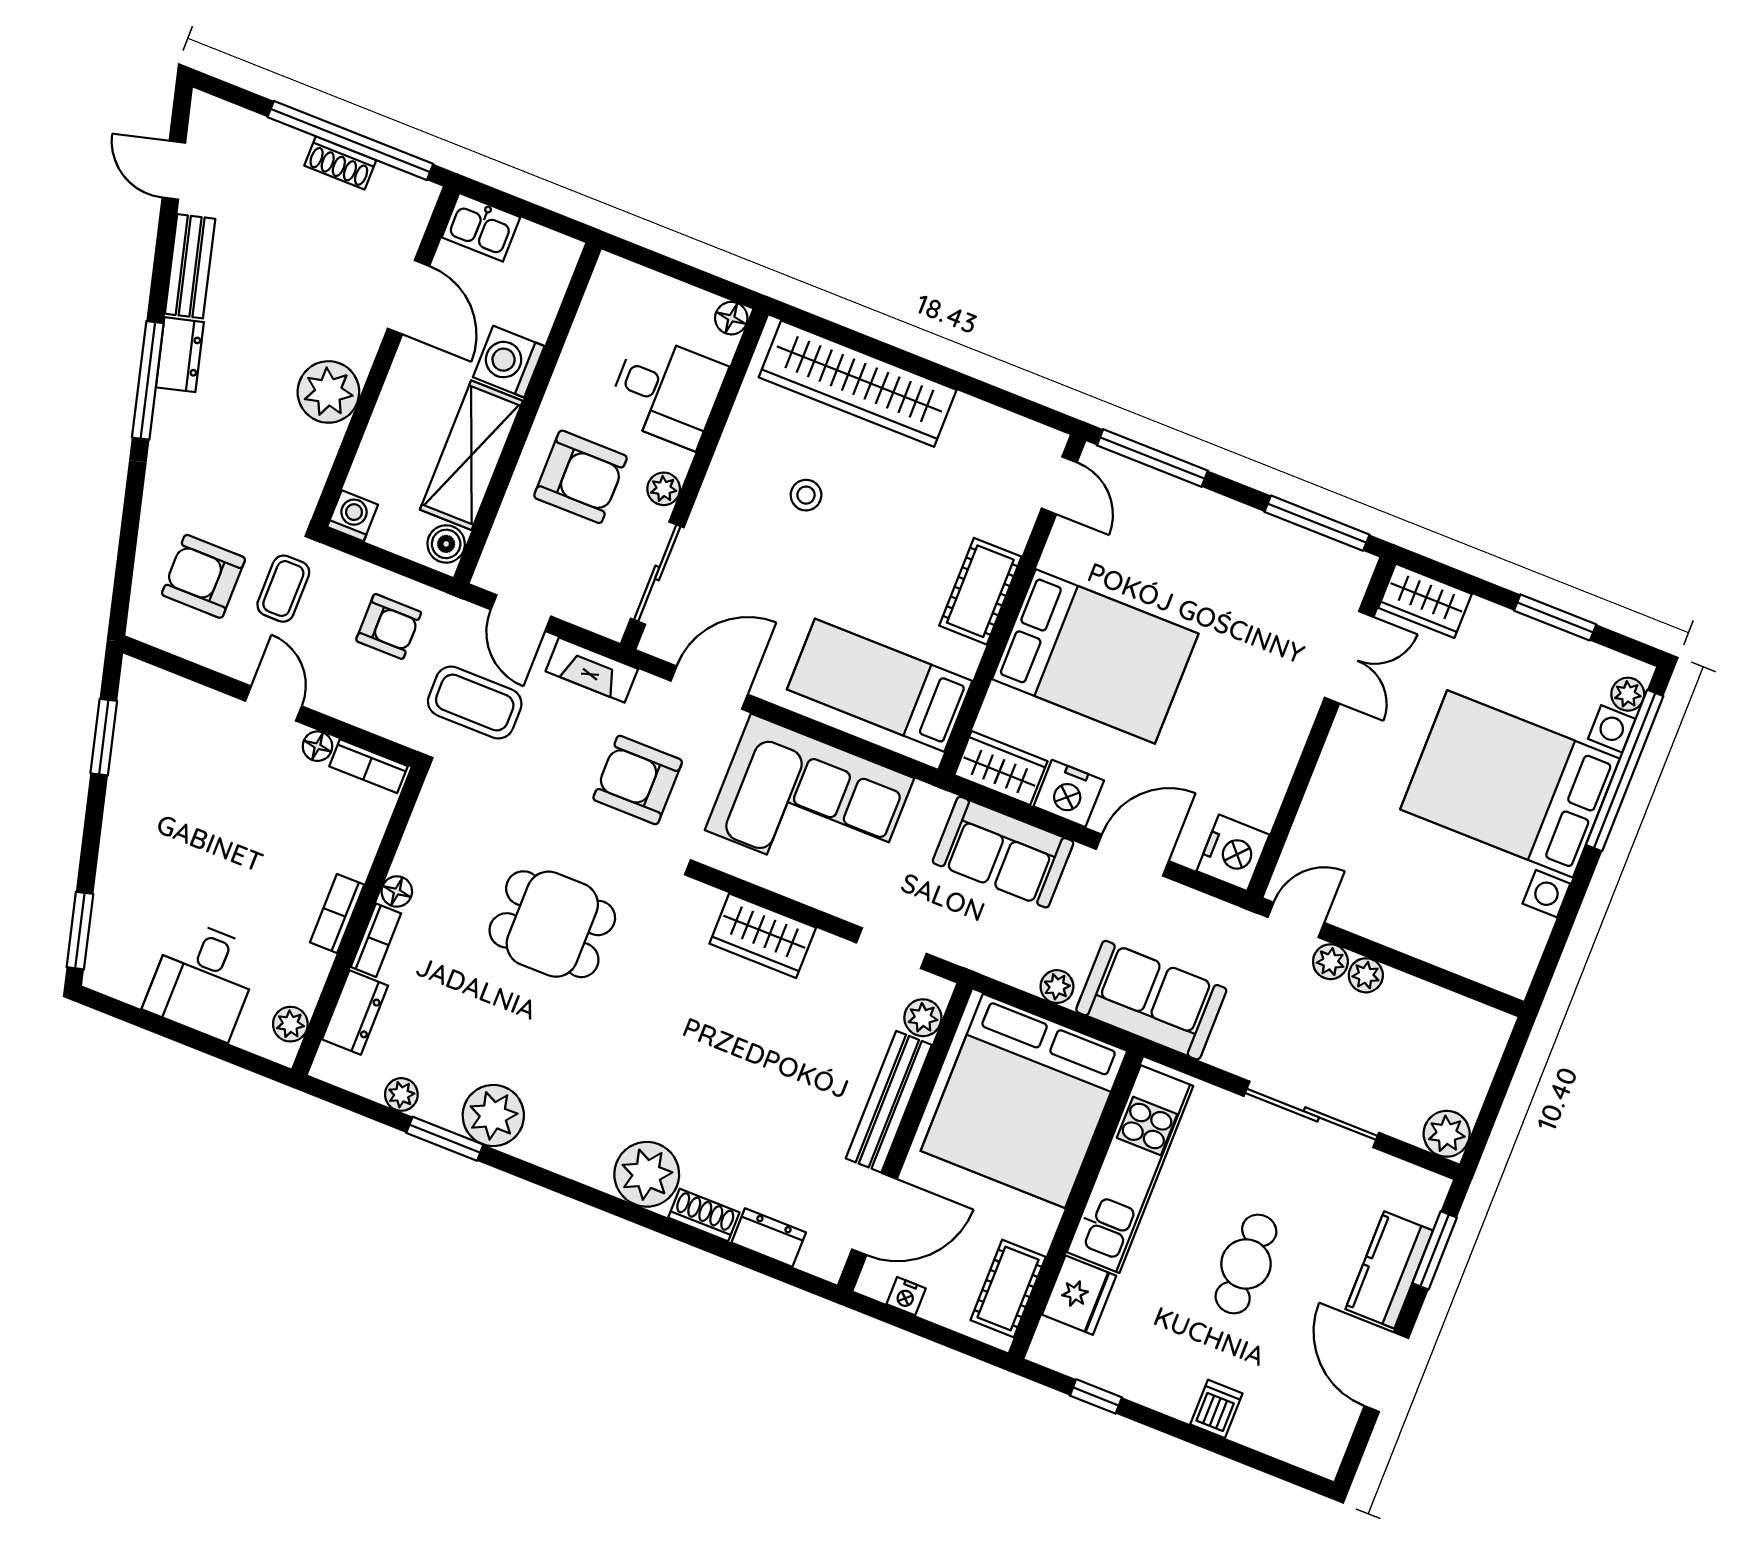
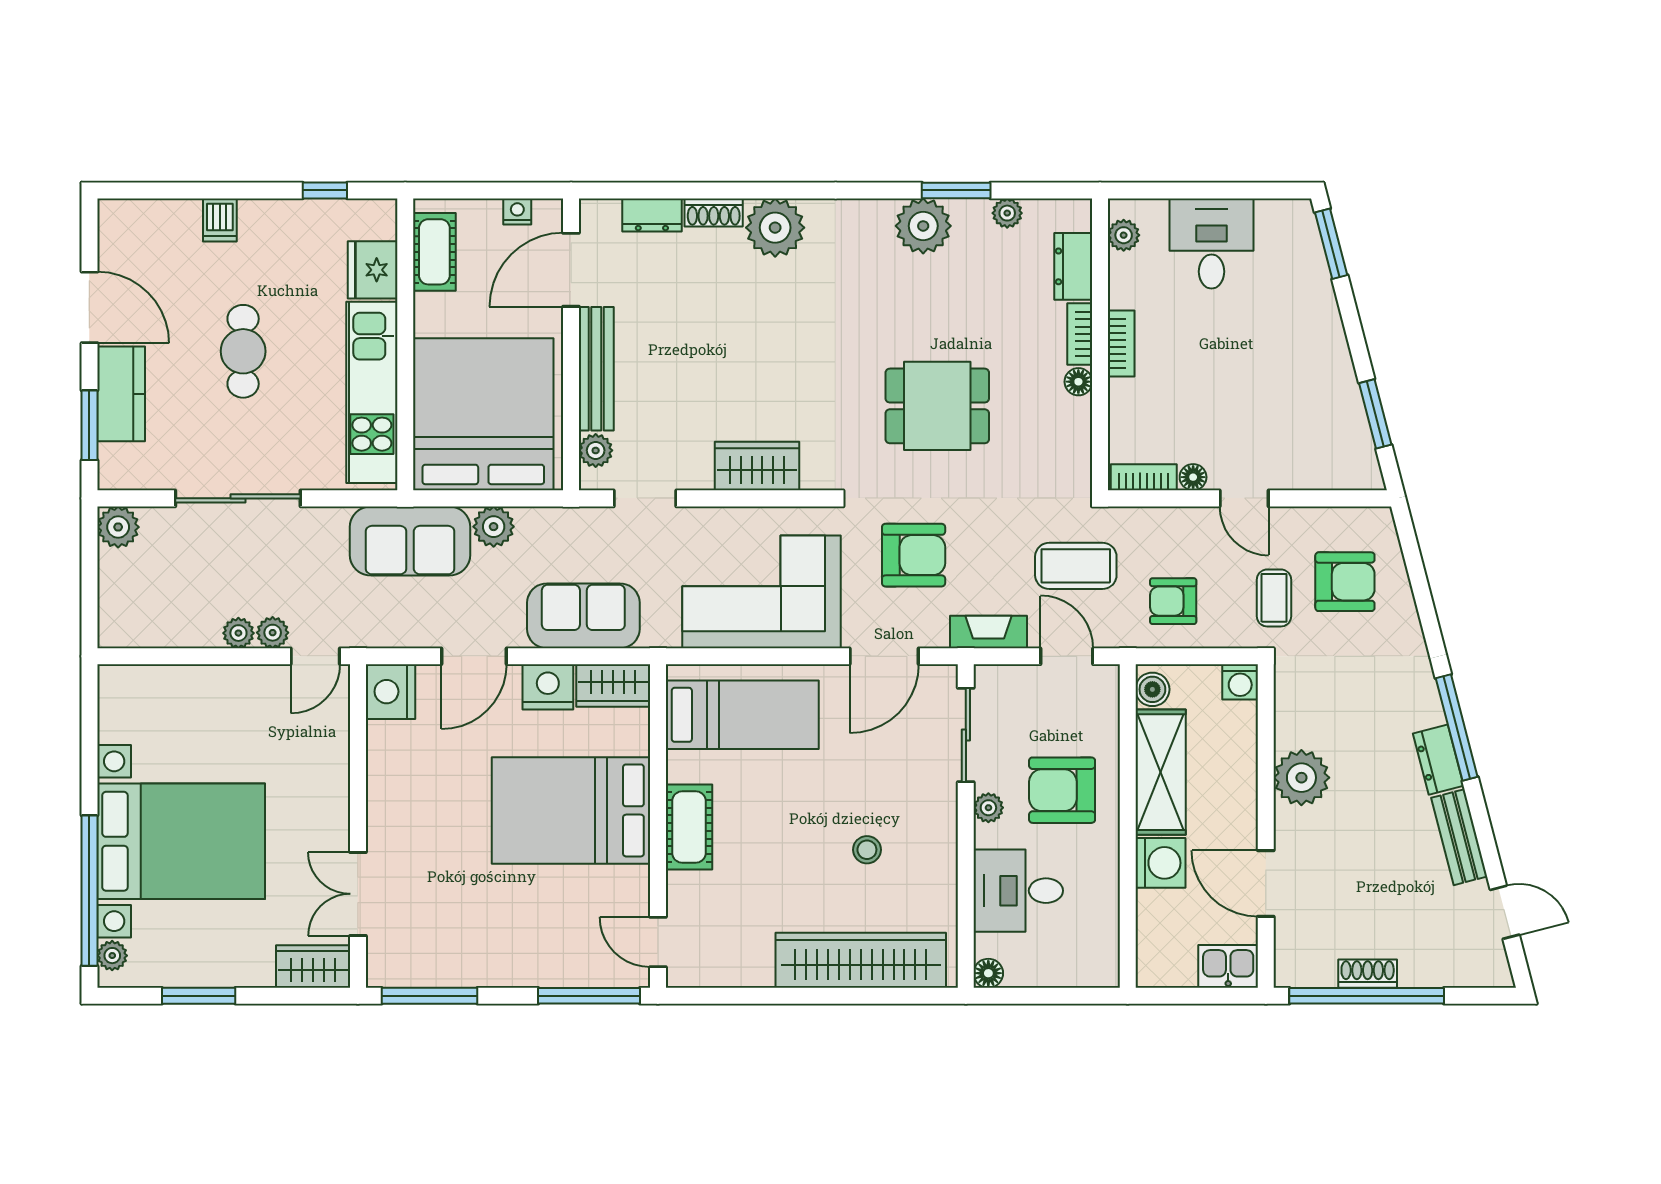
plant: (1057, 987) -> (494, 527), width x1.38, depth x1.38

